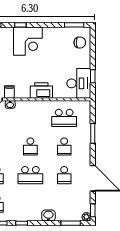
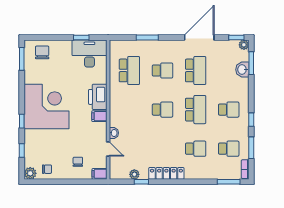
corner desk: (28, 41) -> (47, 106), width x1.36, depth x1.36
filing cabinet: (9, 92) -> (99, 116), moved
school desk: (64, 175) -> (196, 70), width x1.85
school desk: (30, 204) -> (229, 110), added
washbasin: (48, 216) -> (242, 70), moved

